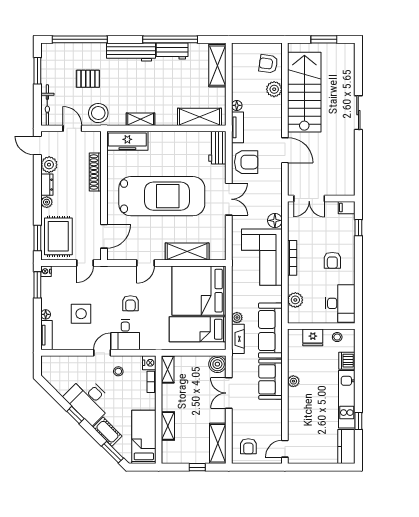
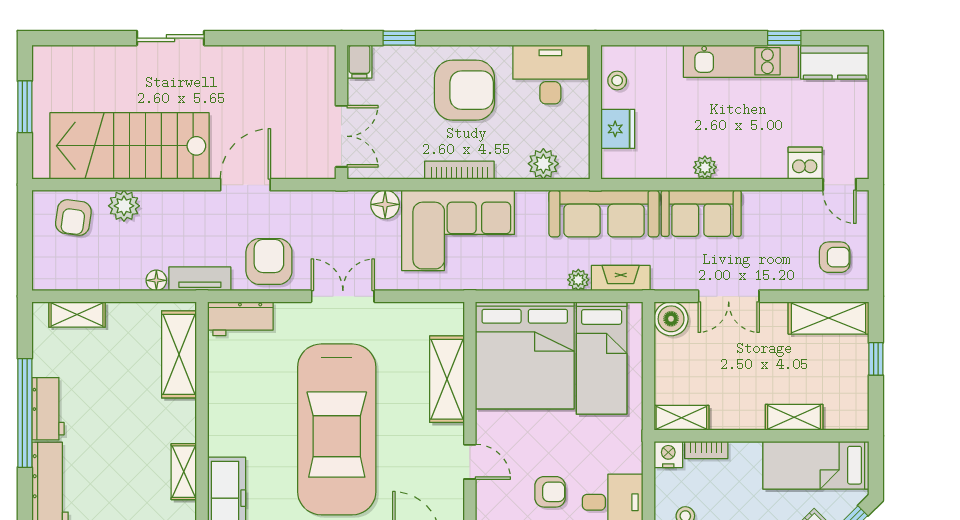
shelving: (217, 66) -> (77, 314), width x0.67, depth x0.75
car: (162, 196) -> (337, 429), turned 180
armchair: (332, 260) -> (464, 90), width x1.88, depth x1.88
dishwasher: (347, 361) -> (805, 163), moved, turned 180

